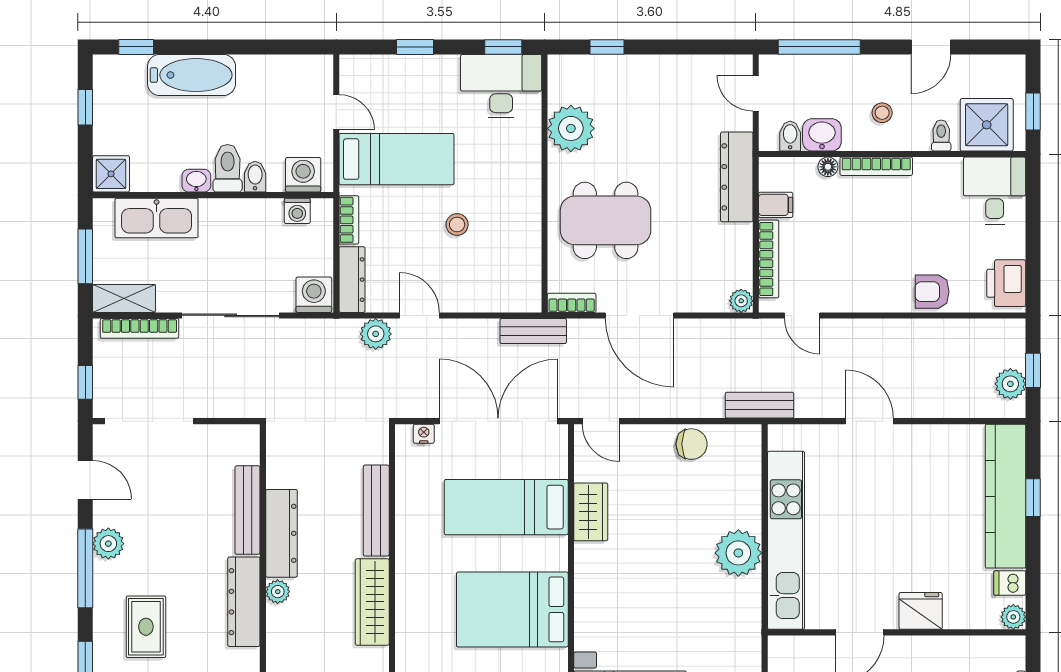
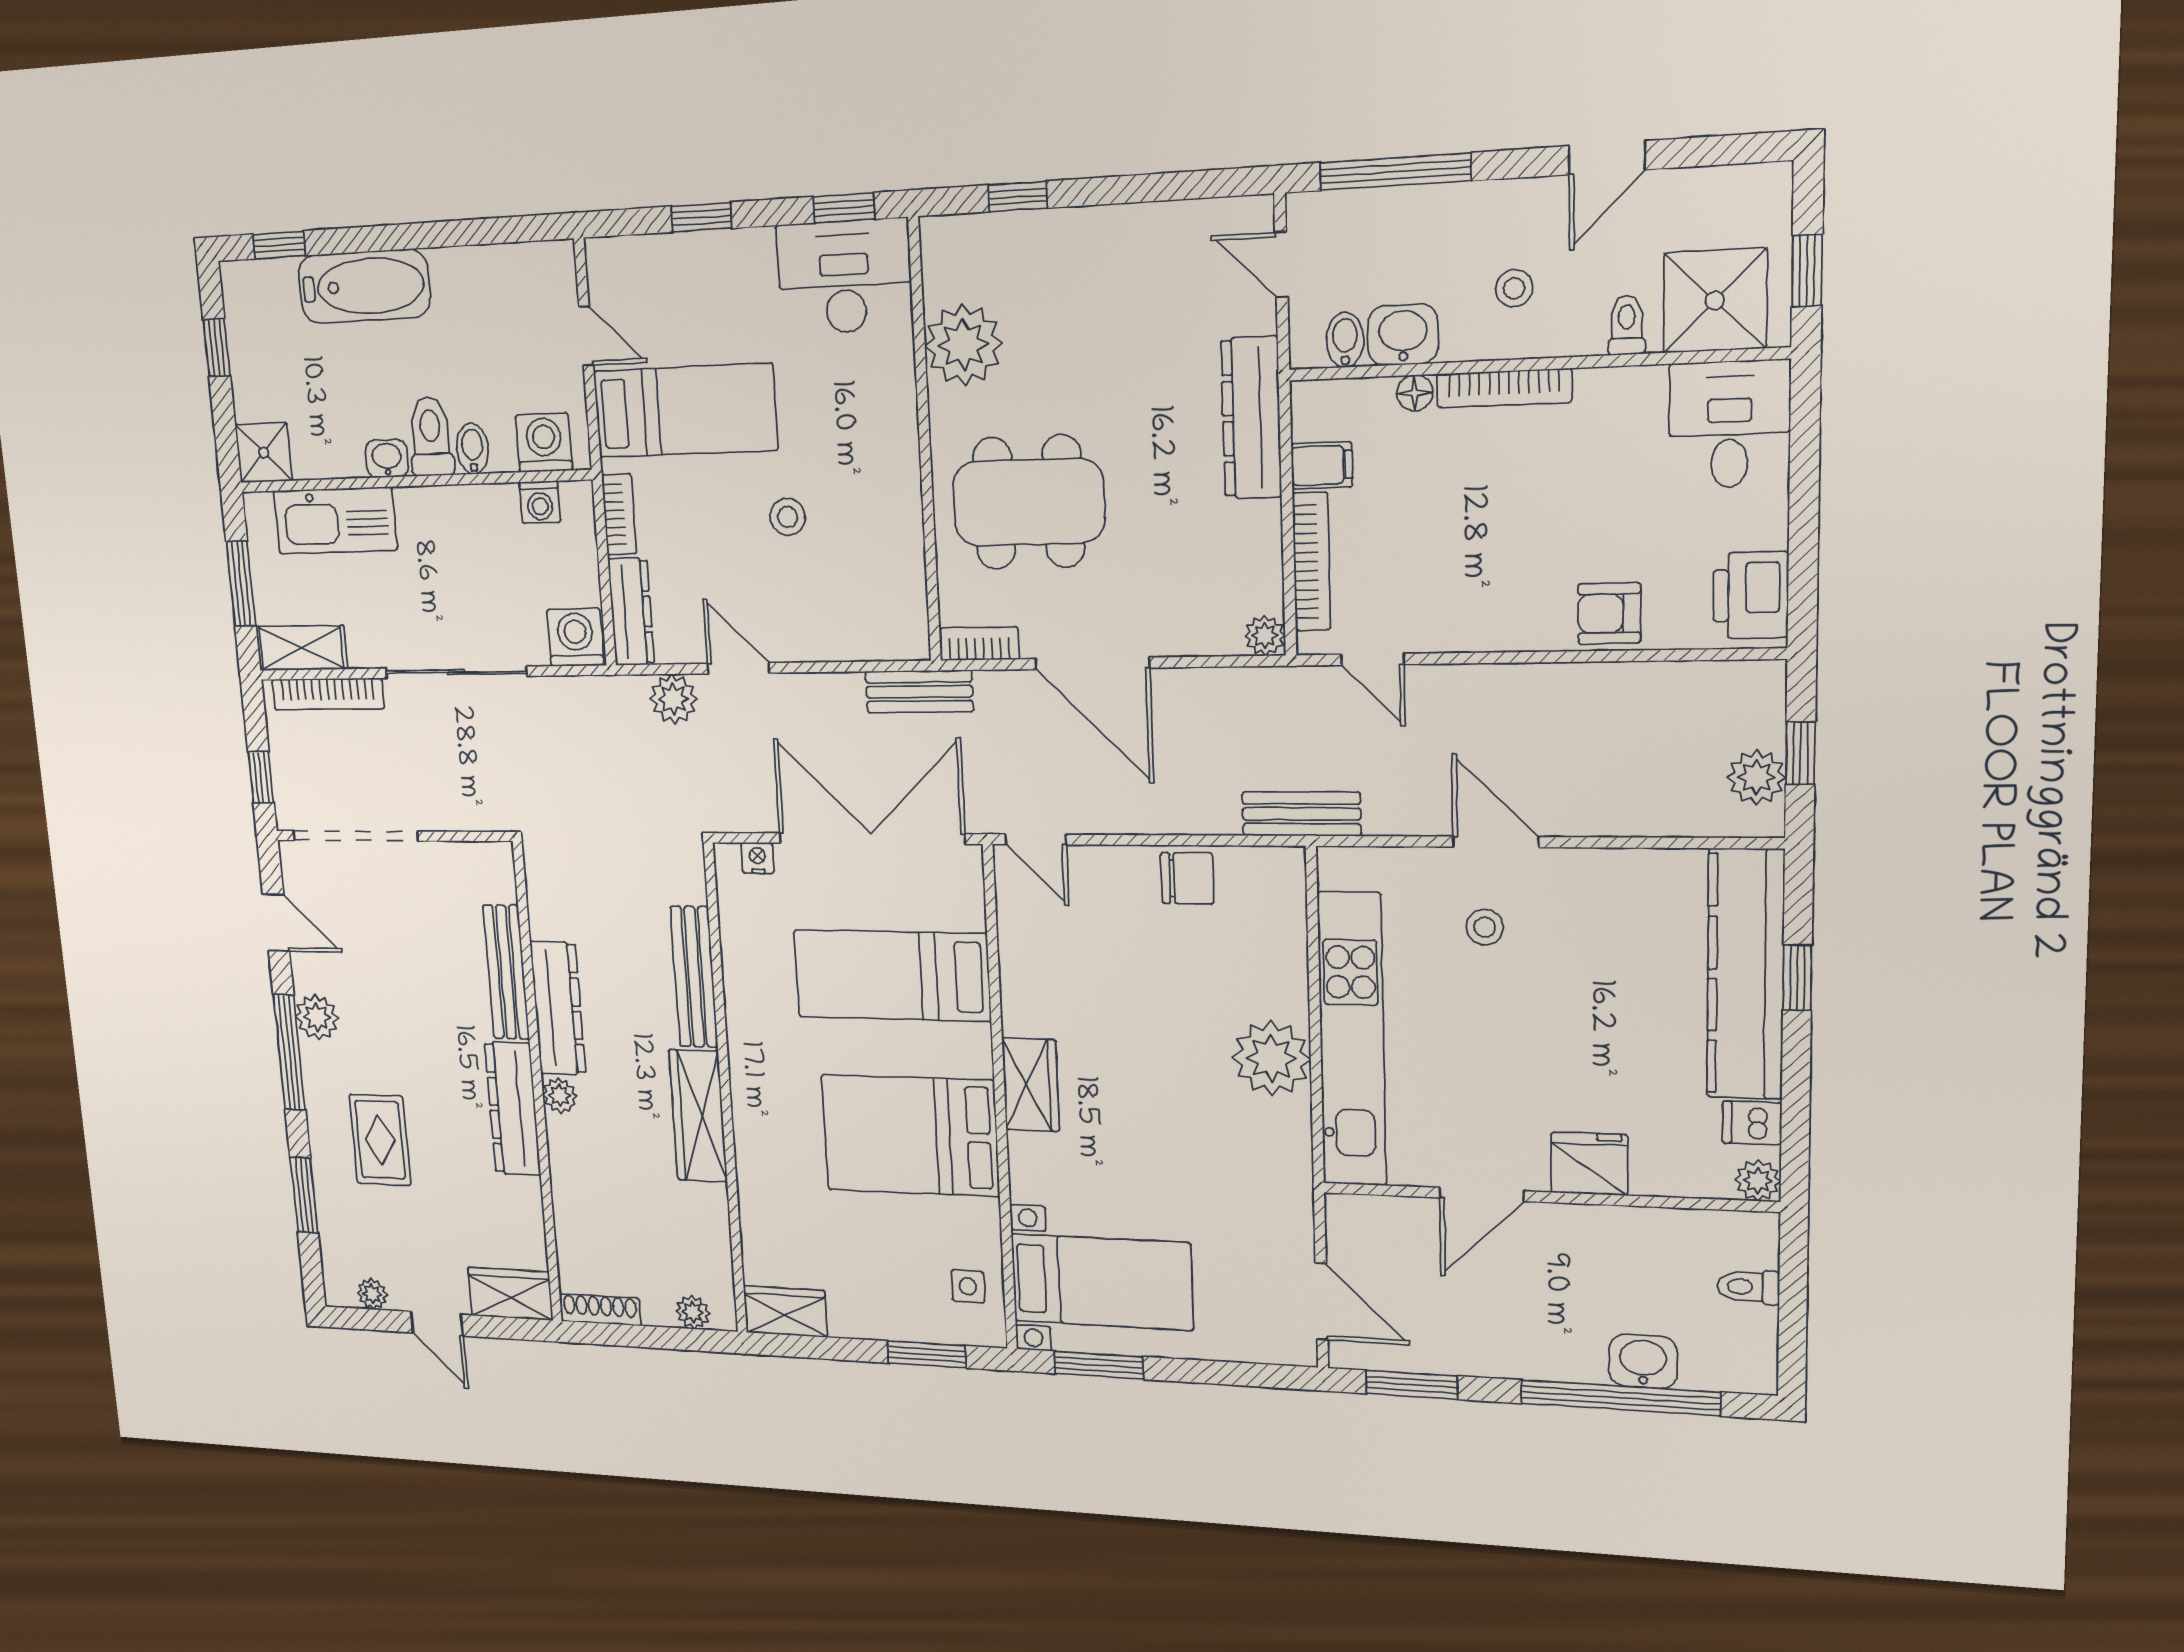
stool: (863, 471) -> (1485, 927), added
wardrobe: (591, 512) -> (1031, 1085), moved

